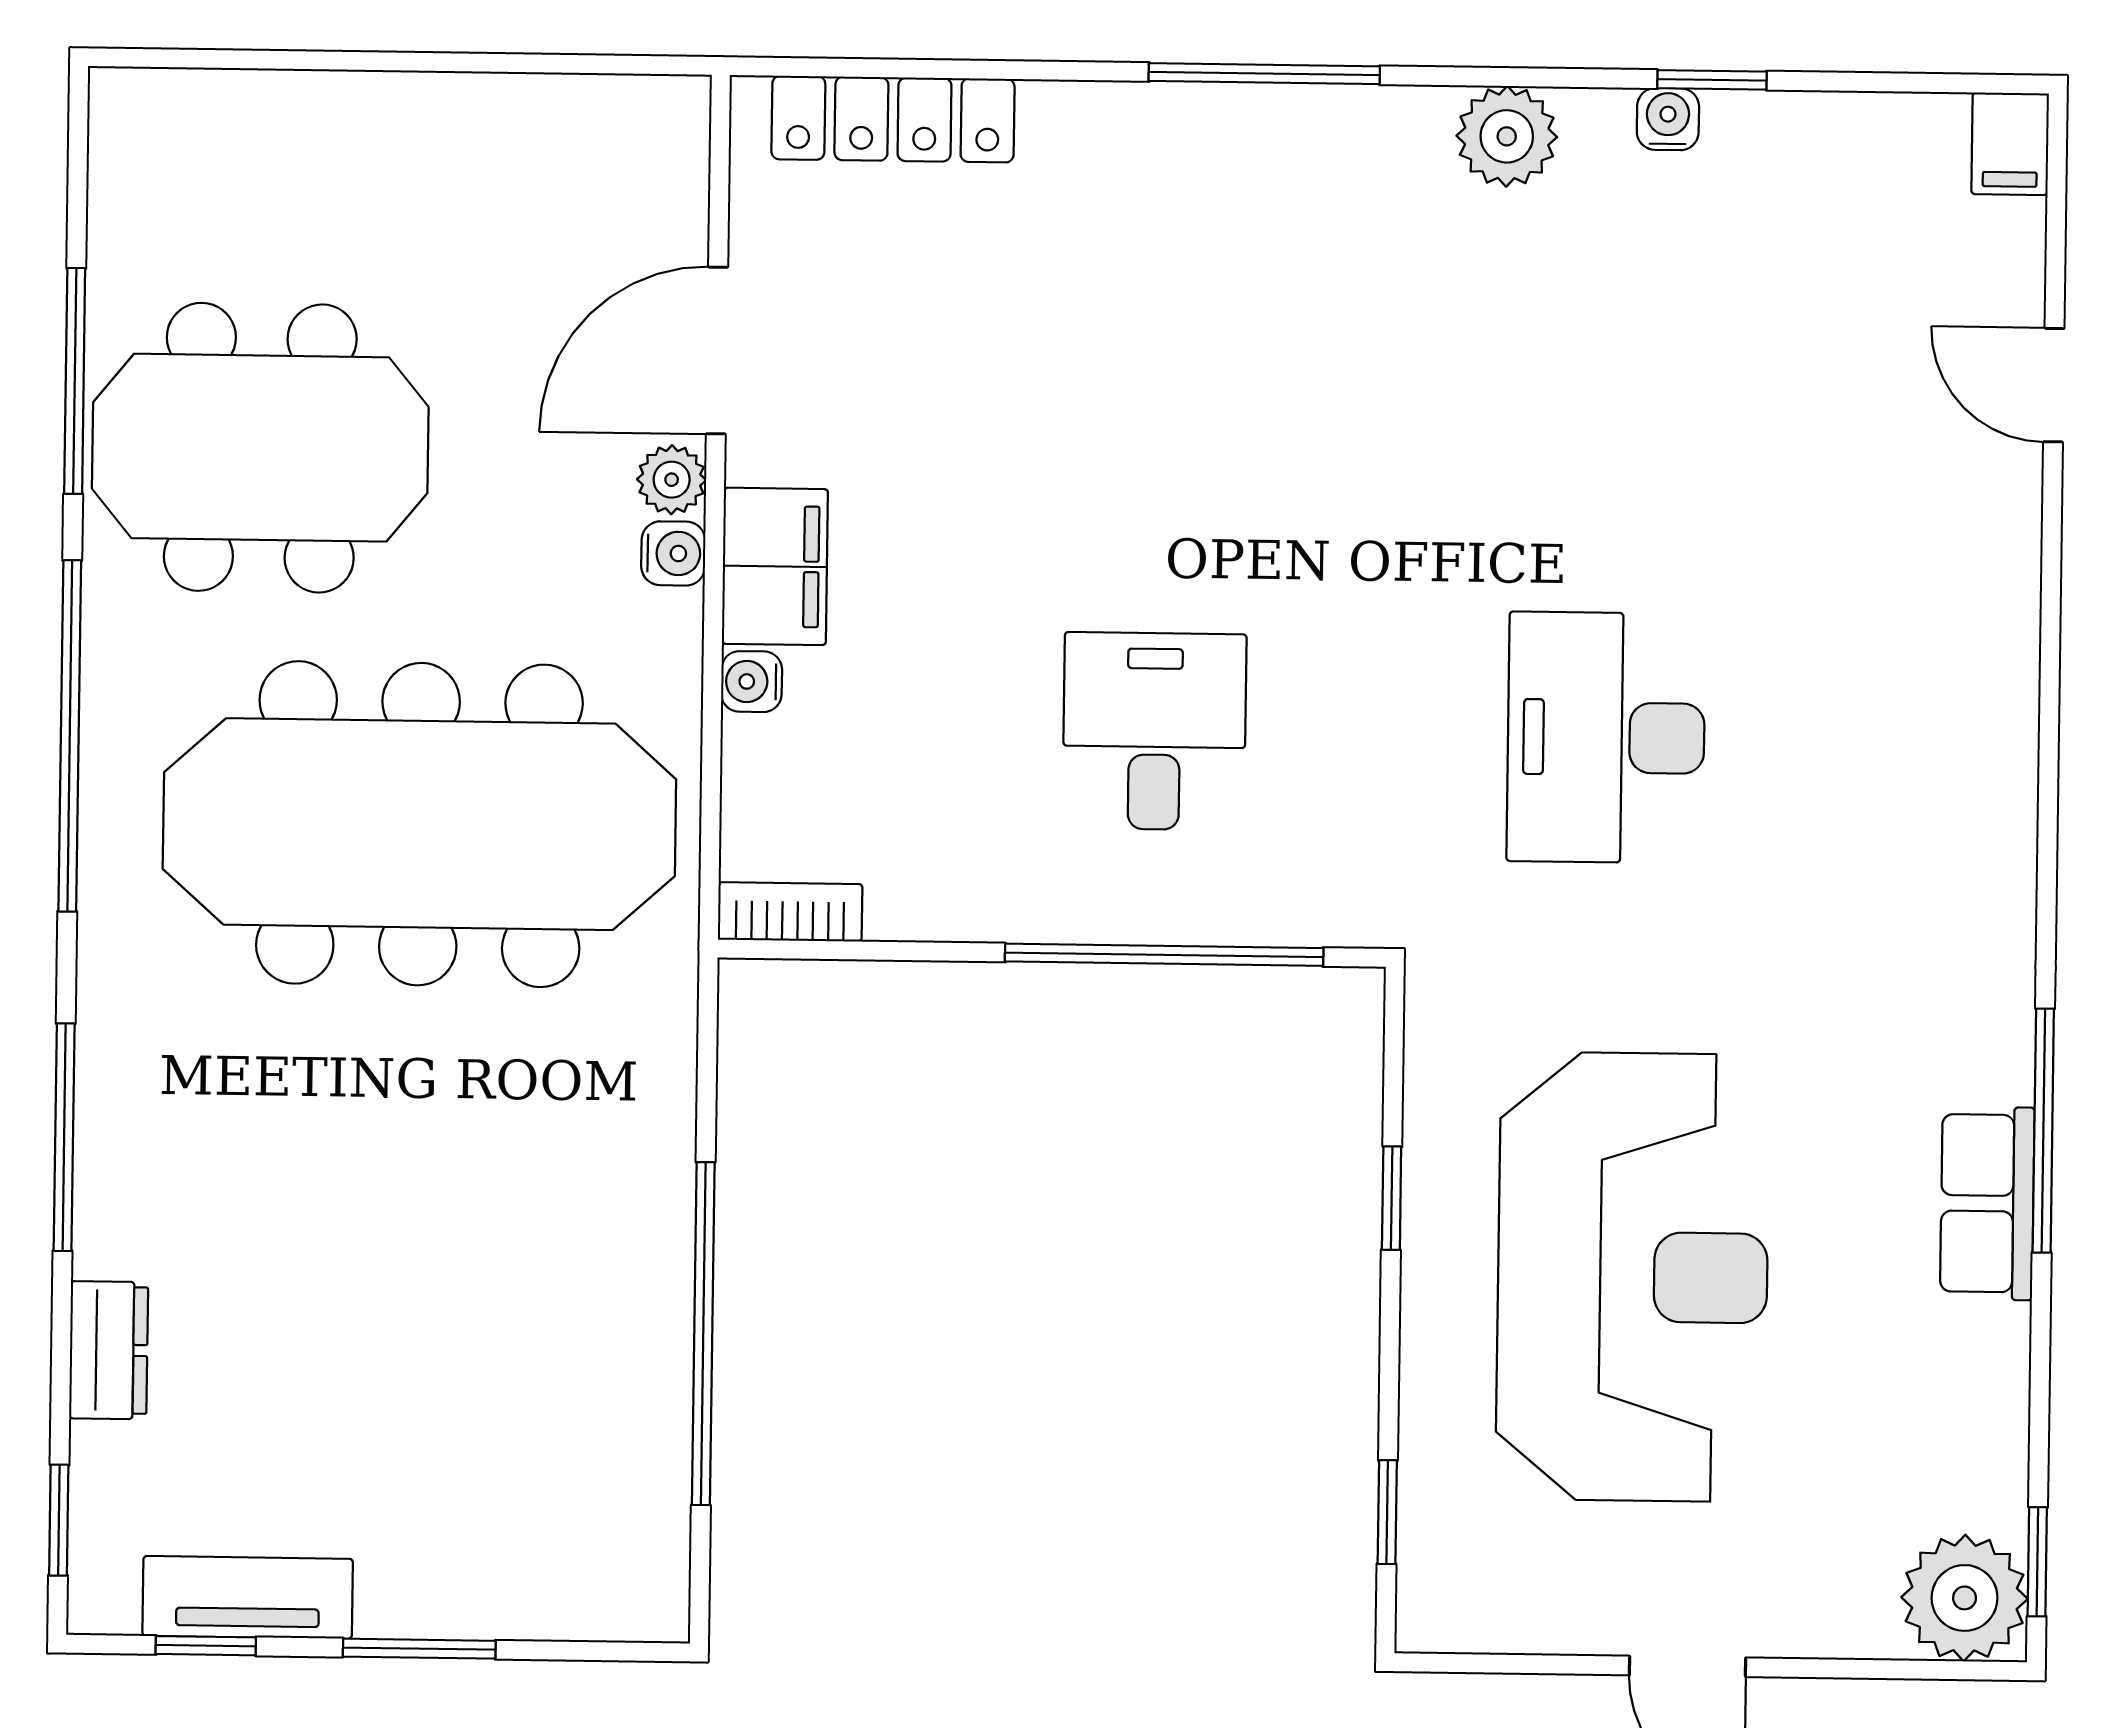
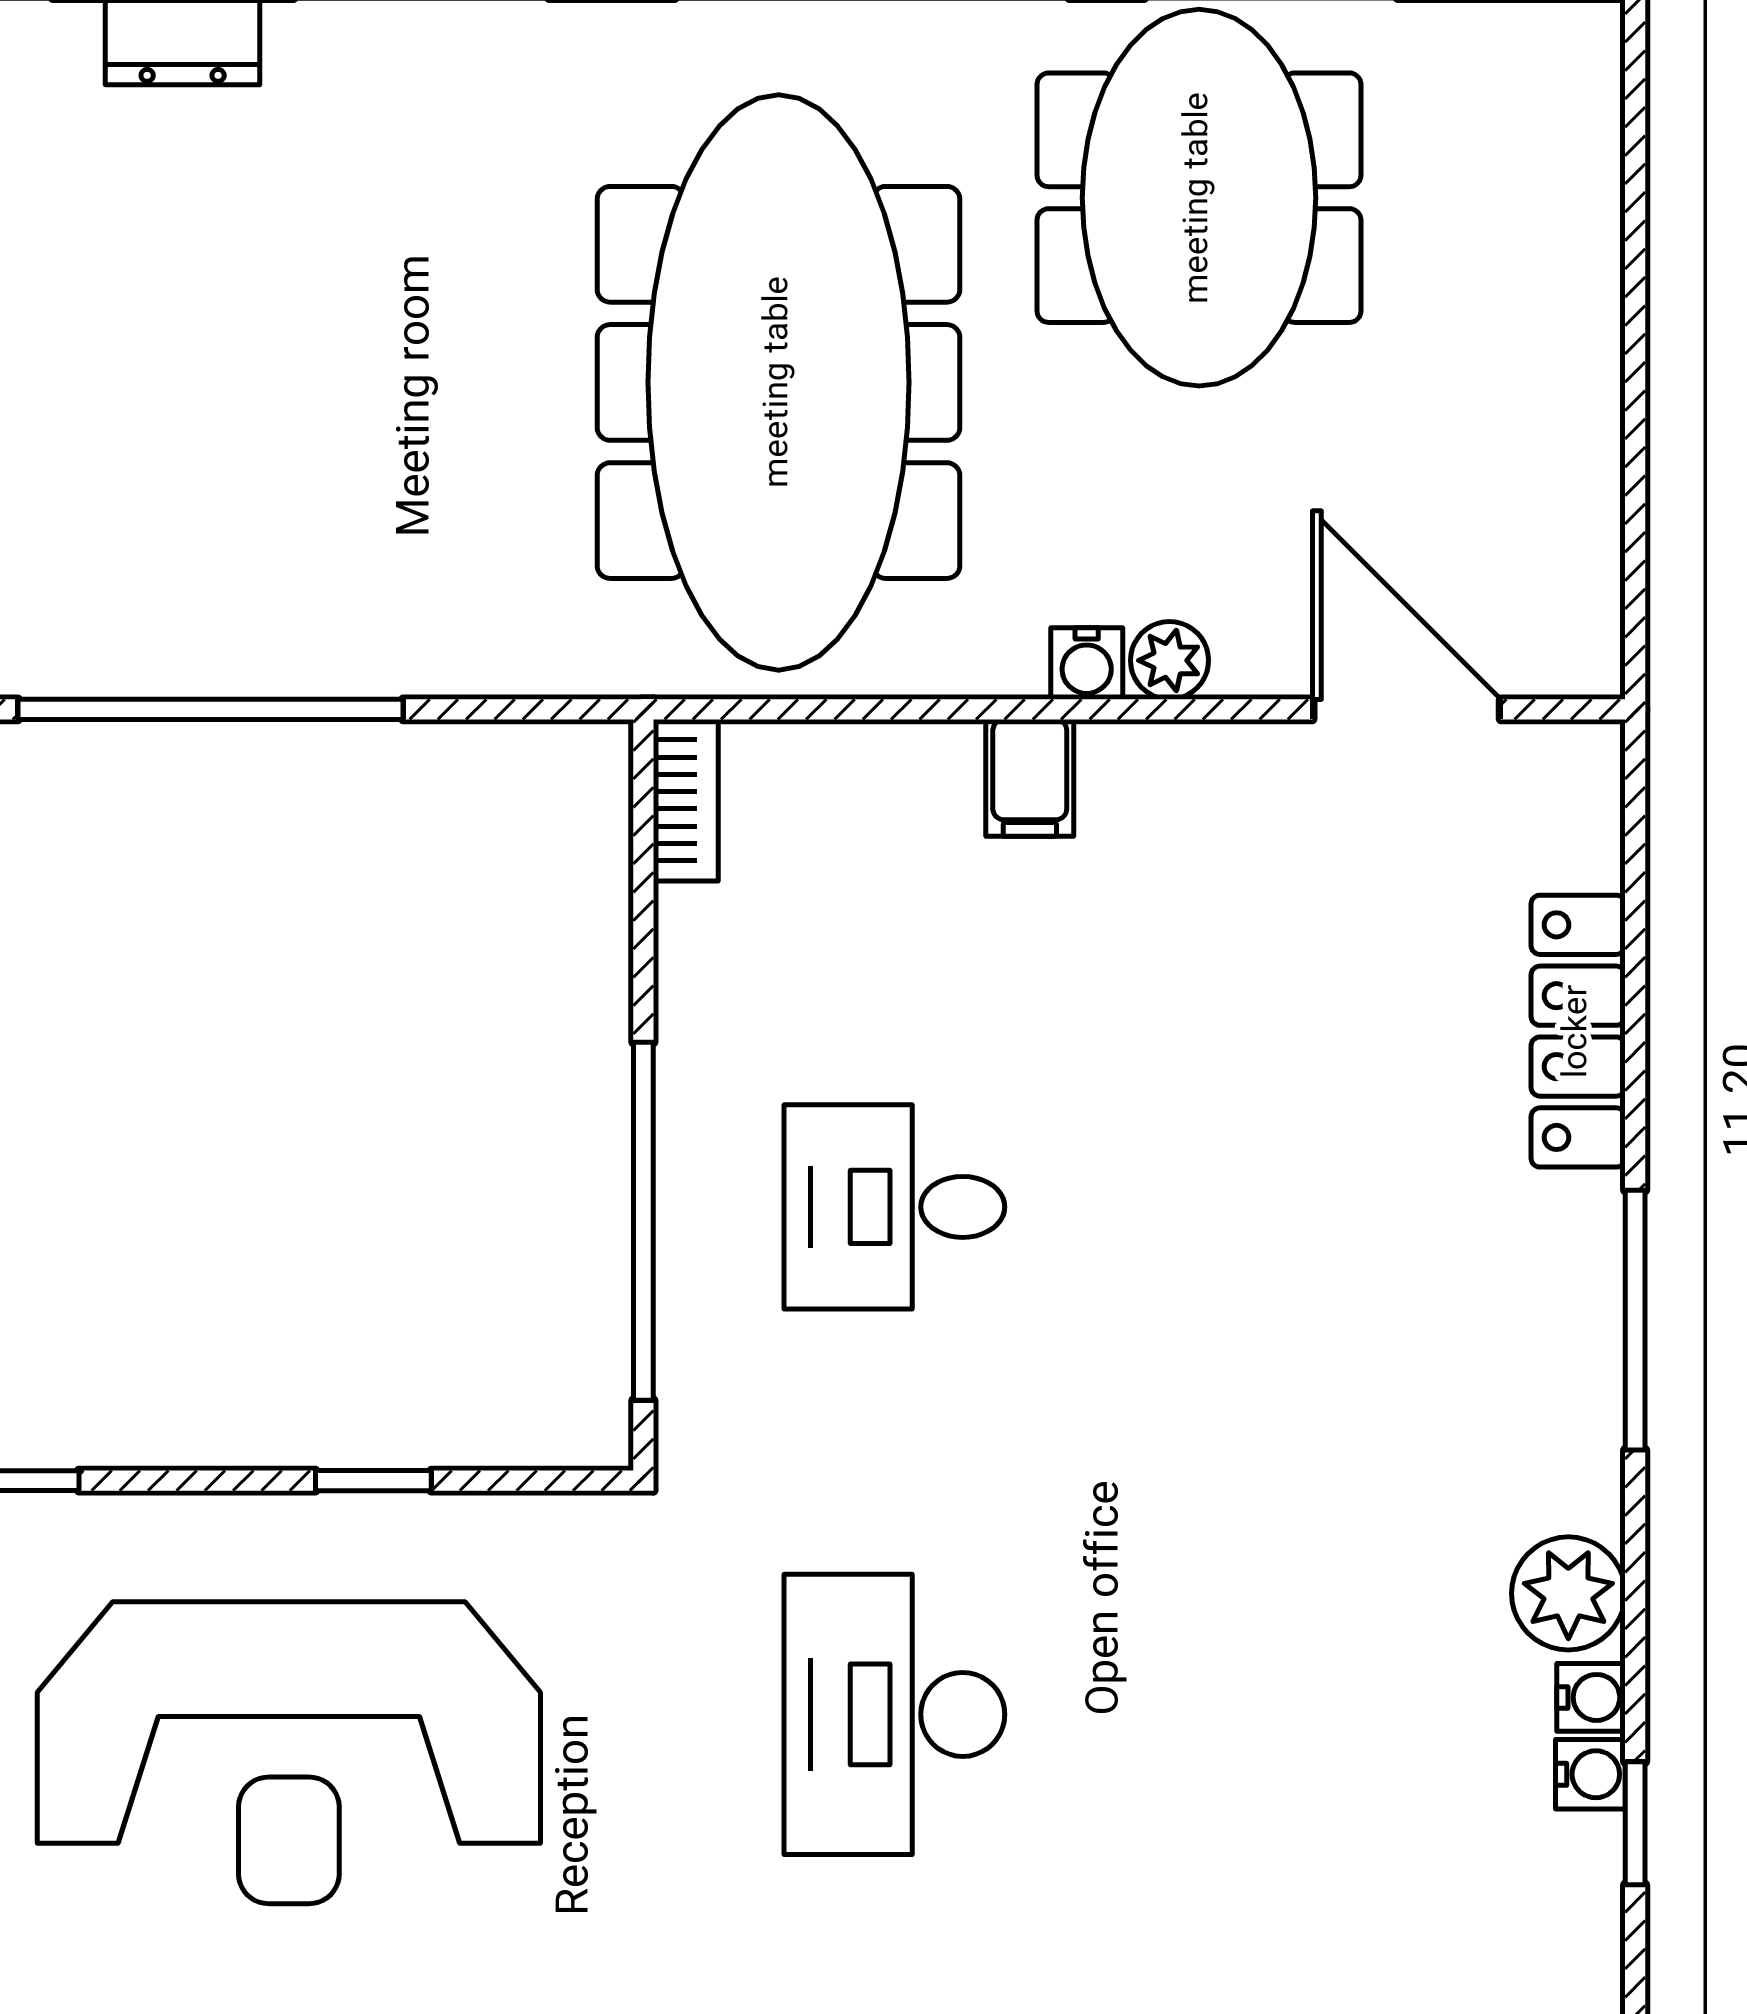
locker: (893, 119) -> (1578, 1031), moved
door: (717, 350) -> (1407, 709), moved
filing cabinet: (775, 566) -> (1030, 778), width x0.50
water cooler: (752, 682) -> (1591, 1697), moved, turned 90
desk: (1154, 731) -> (894, 1207), turned 180
desk: (1606, 738) -> (894, 1714), turned -90

